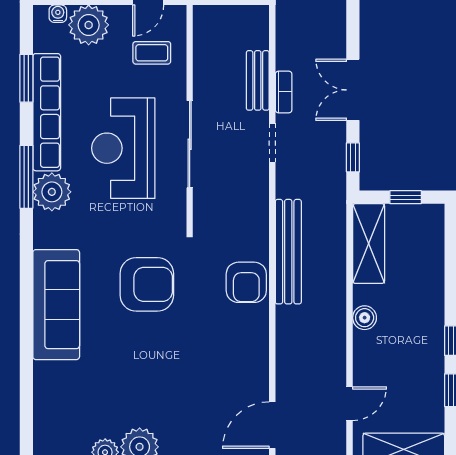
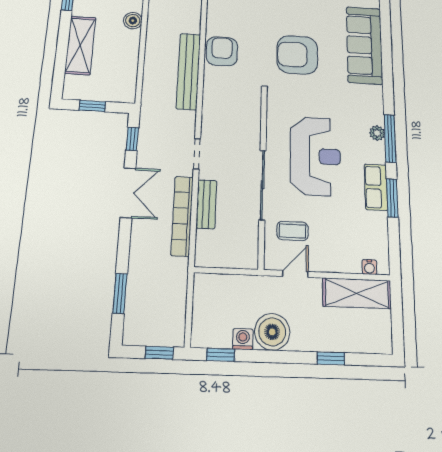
plant: (89, 25) -> (344, 256), removed
window: (26, 78) -> (392, 198), moved
bookcase: (284, 92) -> (182, 216), width x2.31, depth x1.31
row of seats: (47, 112) -> (376, 187), width x0.50
sliding door: (190, 144) -> (262, 185), moved
plant: (52, 192) -> (377, 133), width x0.53, depth x0.53
shelving: (369, 244) -> (80, 45), moved

